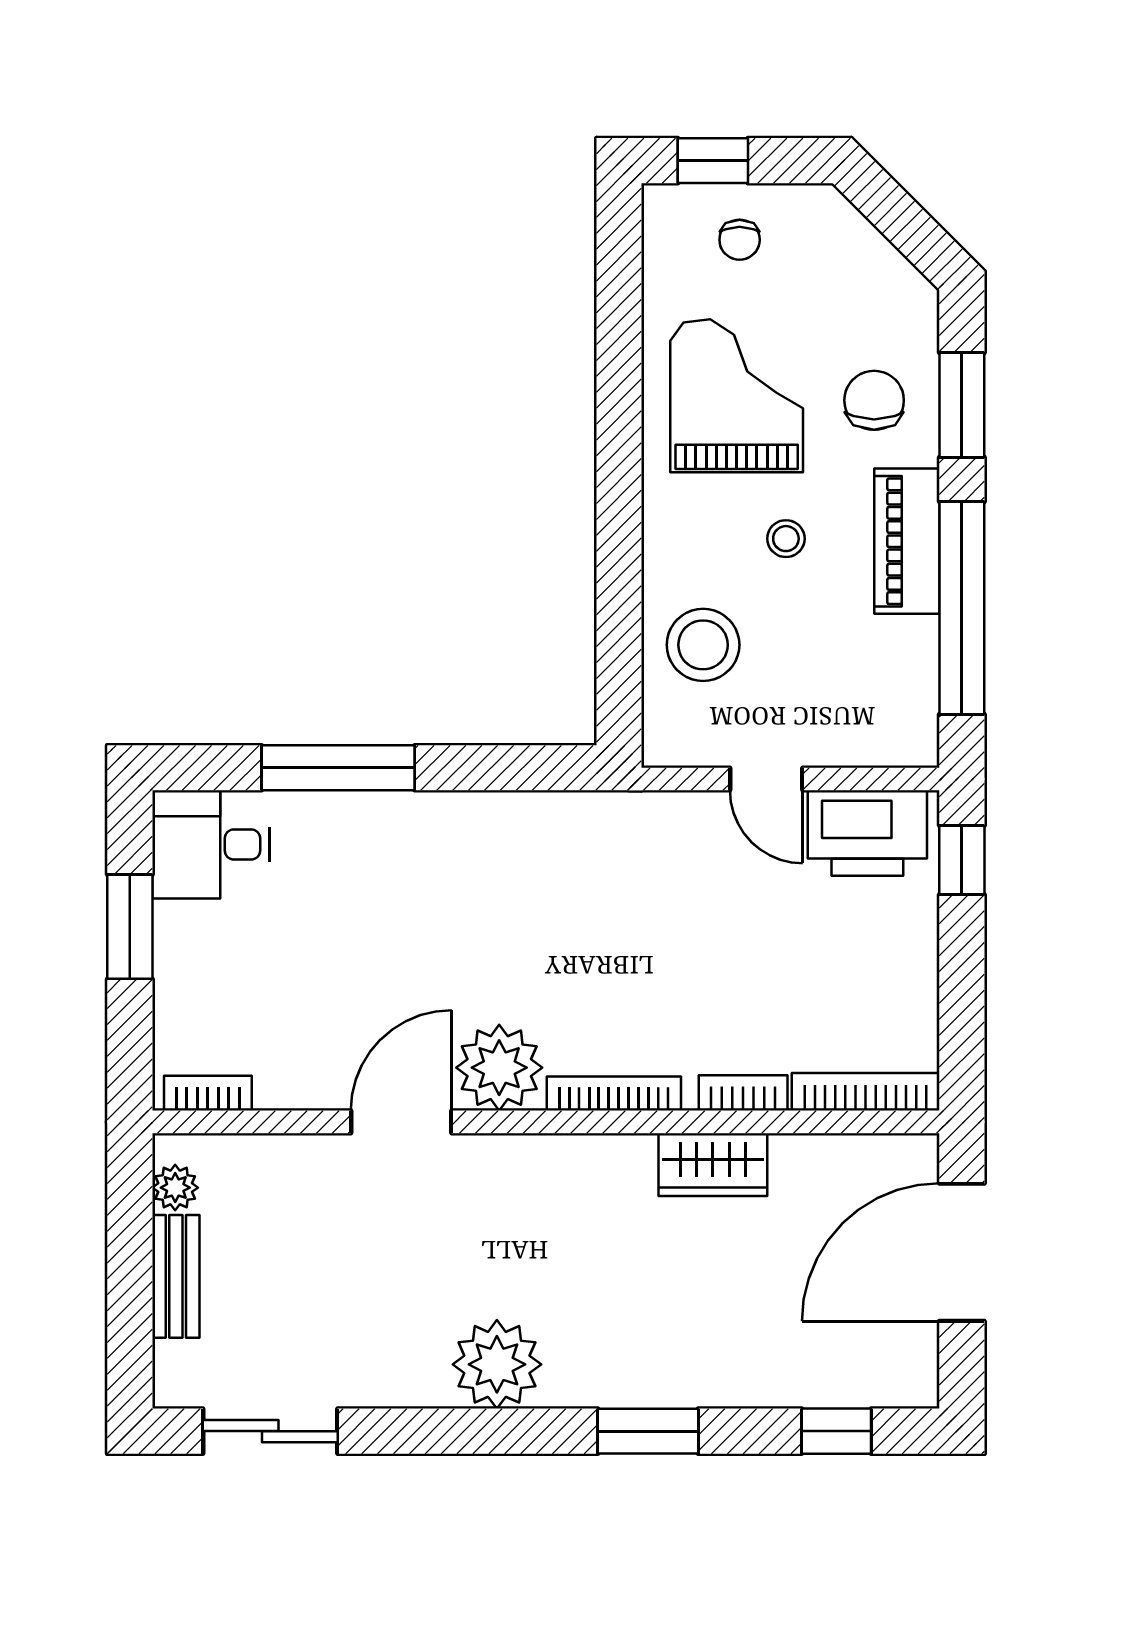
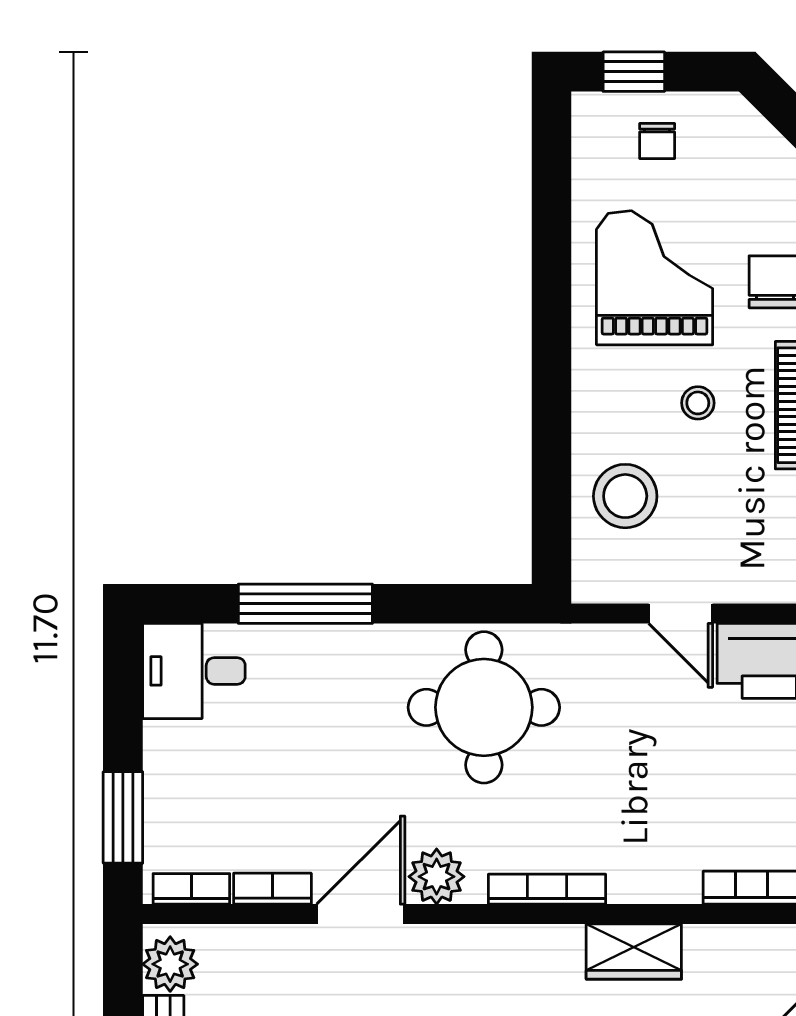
round table: (542, 886) -> (484, 707), added
window: (130, 927) -> (123, 817), moved
plant: (499, 1068) -> (437, 877), width x0.73, depth x0.73
bookcase: (743, 1093) -> (272, 889), moved
plant: (175, 1188) -> (170, 964), width x1.38, depth x1.38

